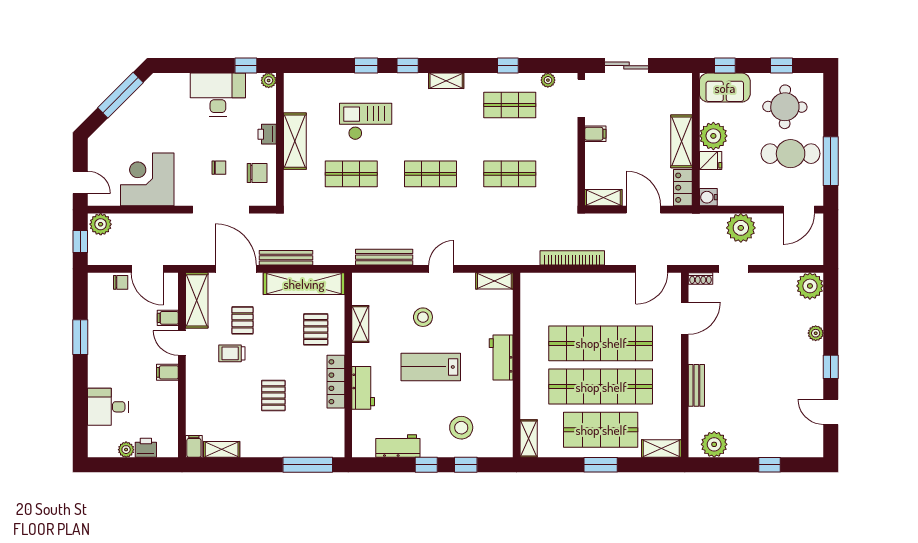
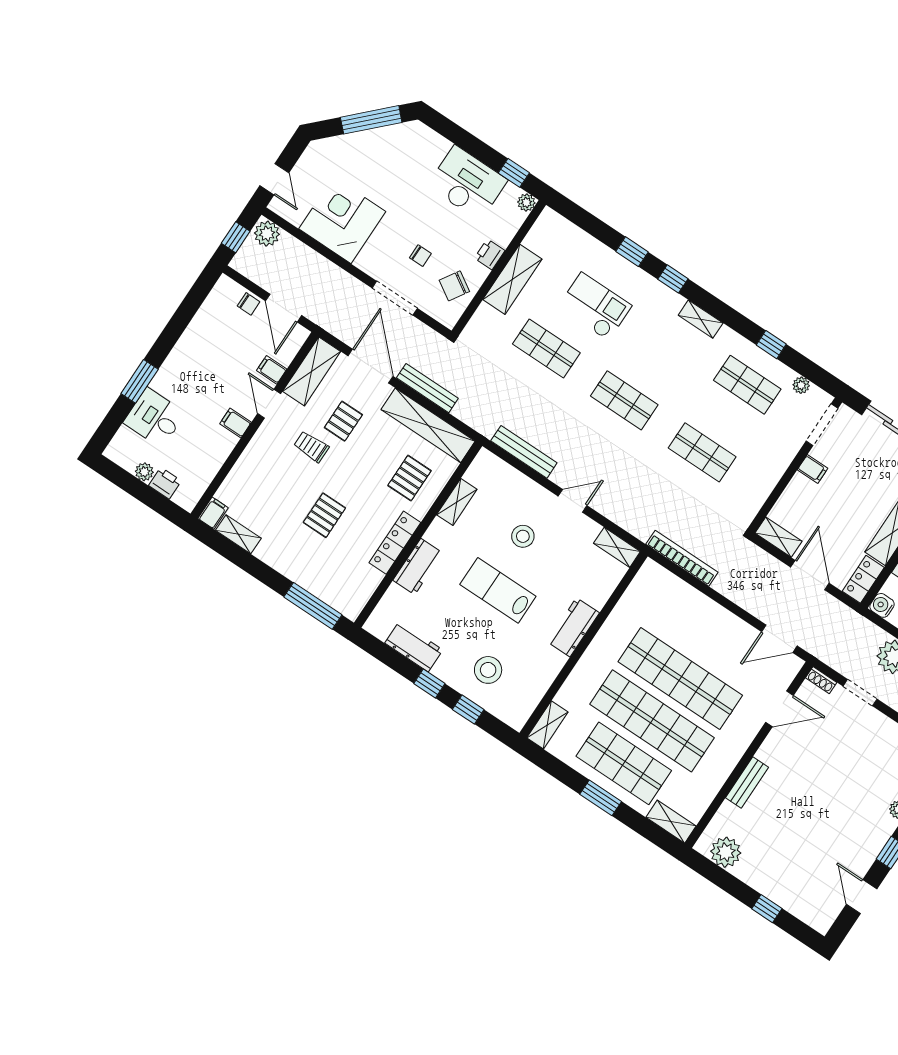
chair: (257, 173) -> (454, 286), turned 122
doorway: (221, 210) -> (395, 298), width x0.73
bookcase: (572, 258) -> (682, 558), moved
window: (80, 337) -> (140, 381), moved

